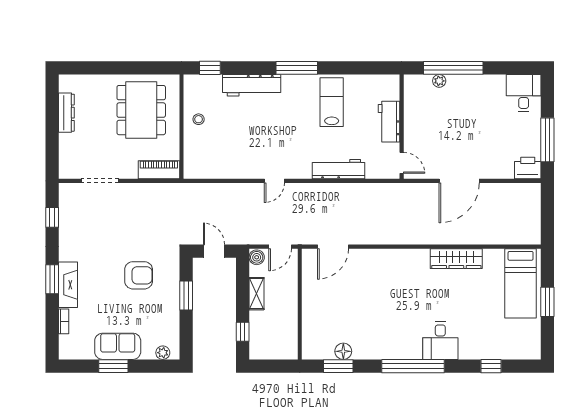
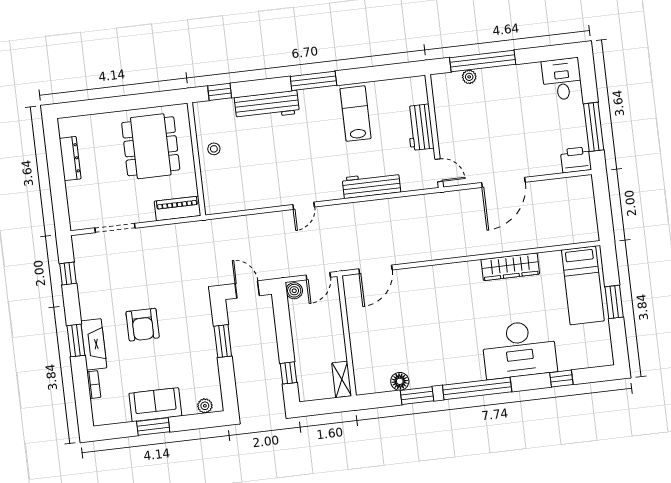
armchair: (139, 275) -> (143, 325), moved, turned 90
shelving: (256, 294) -> (342, 379), moved
desk: (440, 341) -> (519, 349), width x1.87, depth x1.30
window: (338, 366) -> (417, 396), moved

